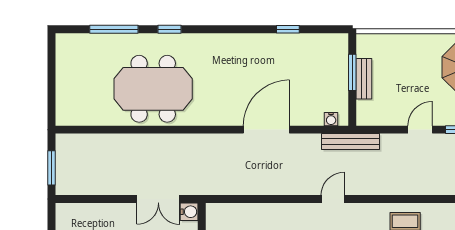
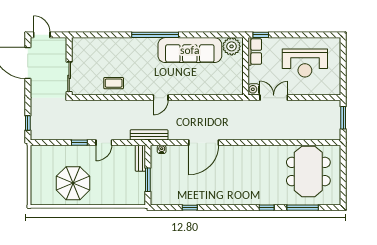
bench: (364, 79) -> (140, 158), moved
meeting table: (153, 89) -> (308, 171), moved, turned 90

